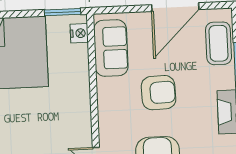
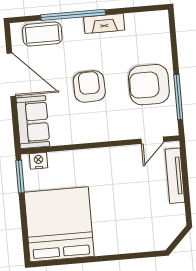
sofa: (111, 48) -> (33, 122), moved, turned 90

